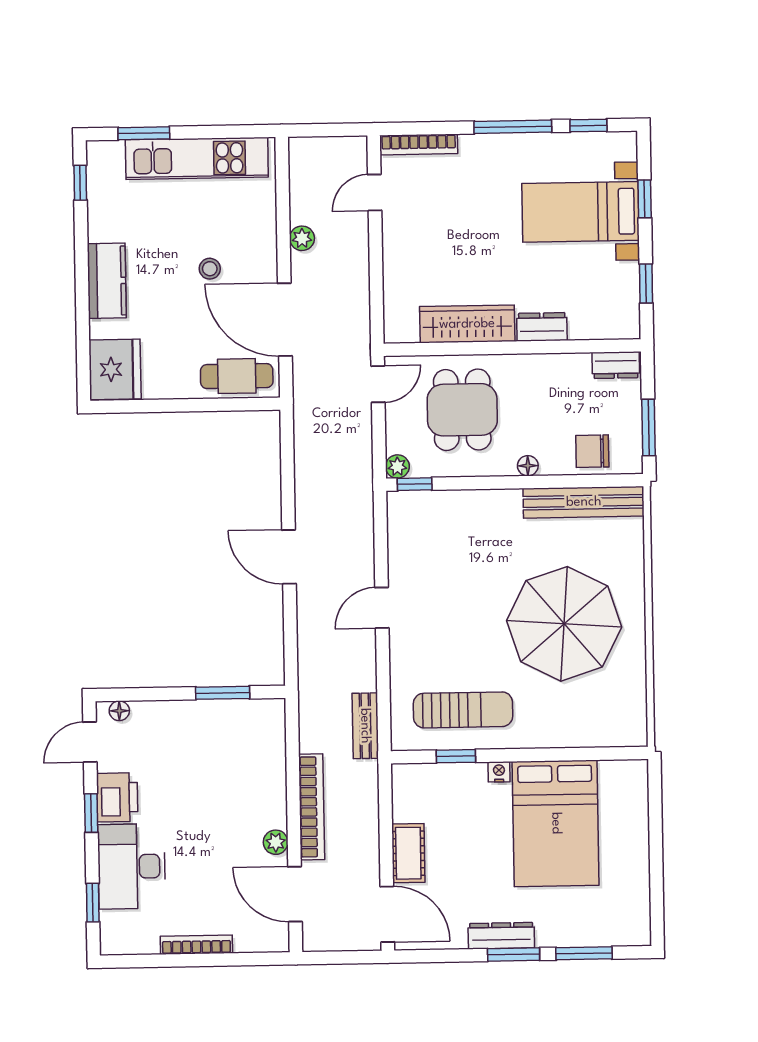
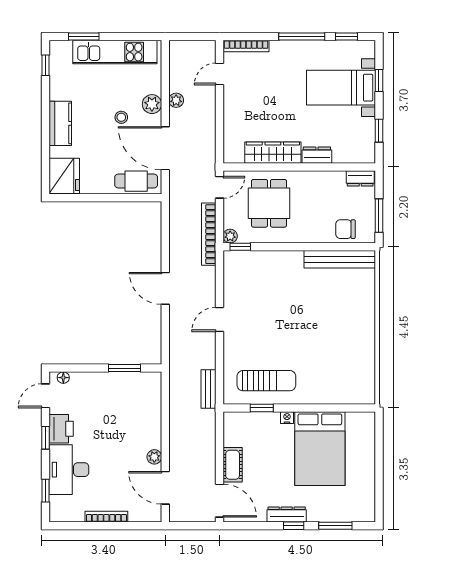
plant: (261, 245) -> (152, 104), added
floor lamp: (528, 466) -> (307, 237), removed
parasol: (564, 624) -> (327, 331), removed
bookcase: (312, 807) -> (209, 234), moved, turned 180
window: (514, 954) -> (294, 526), width x0.67

